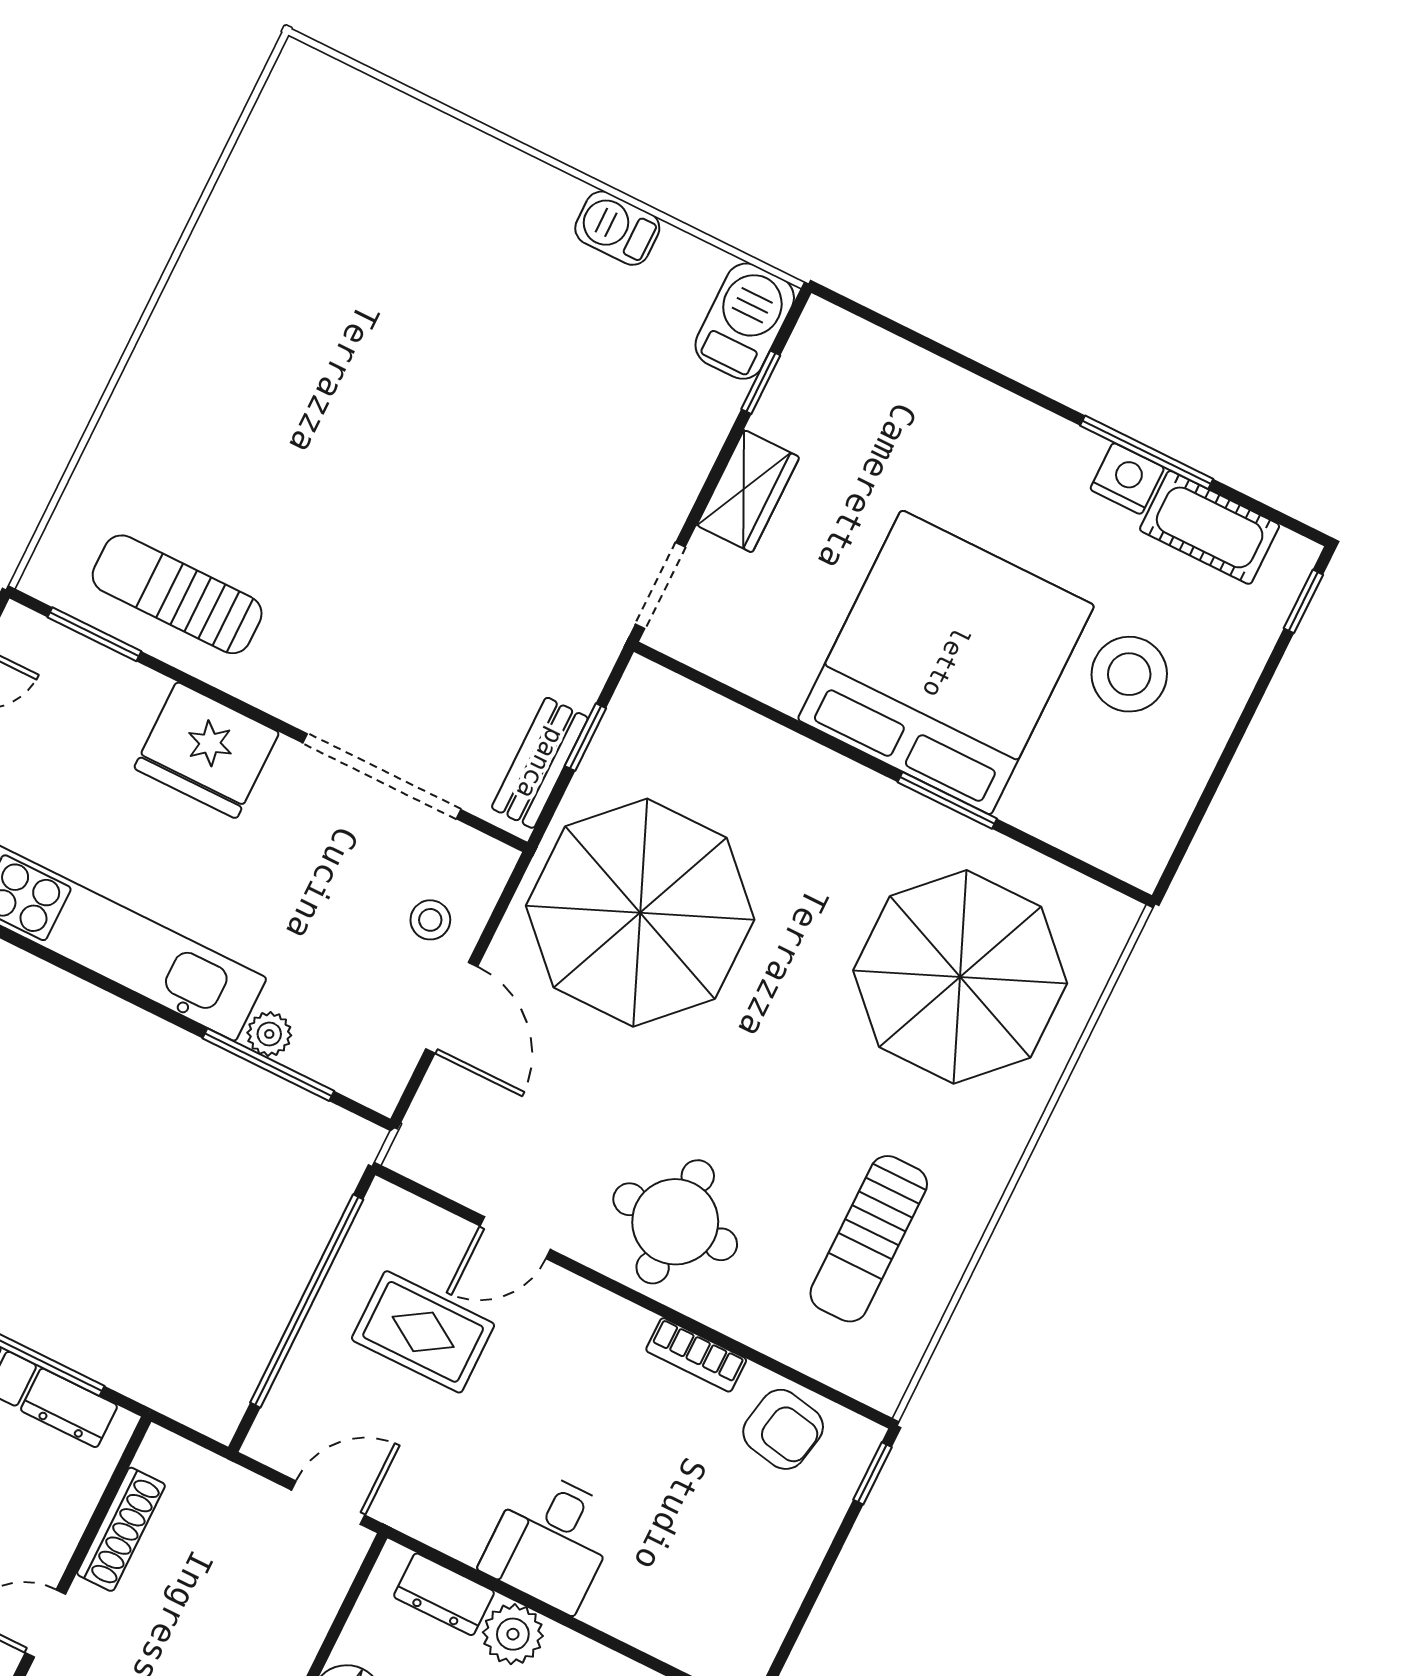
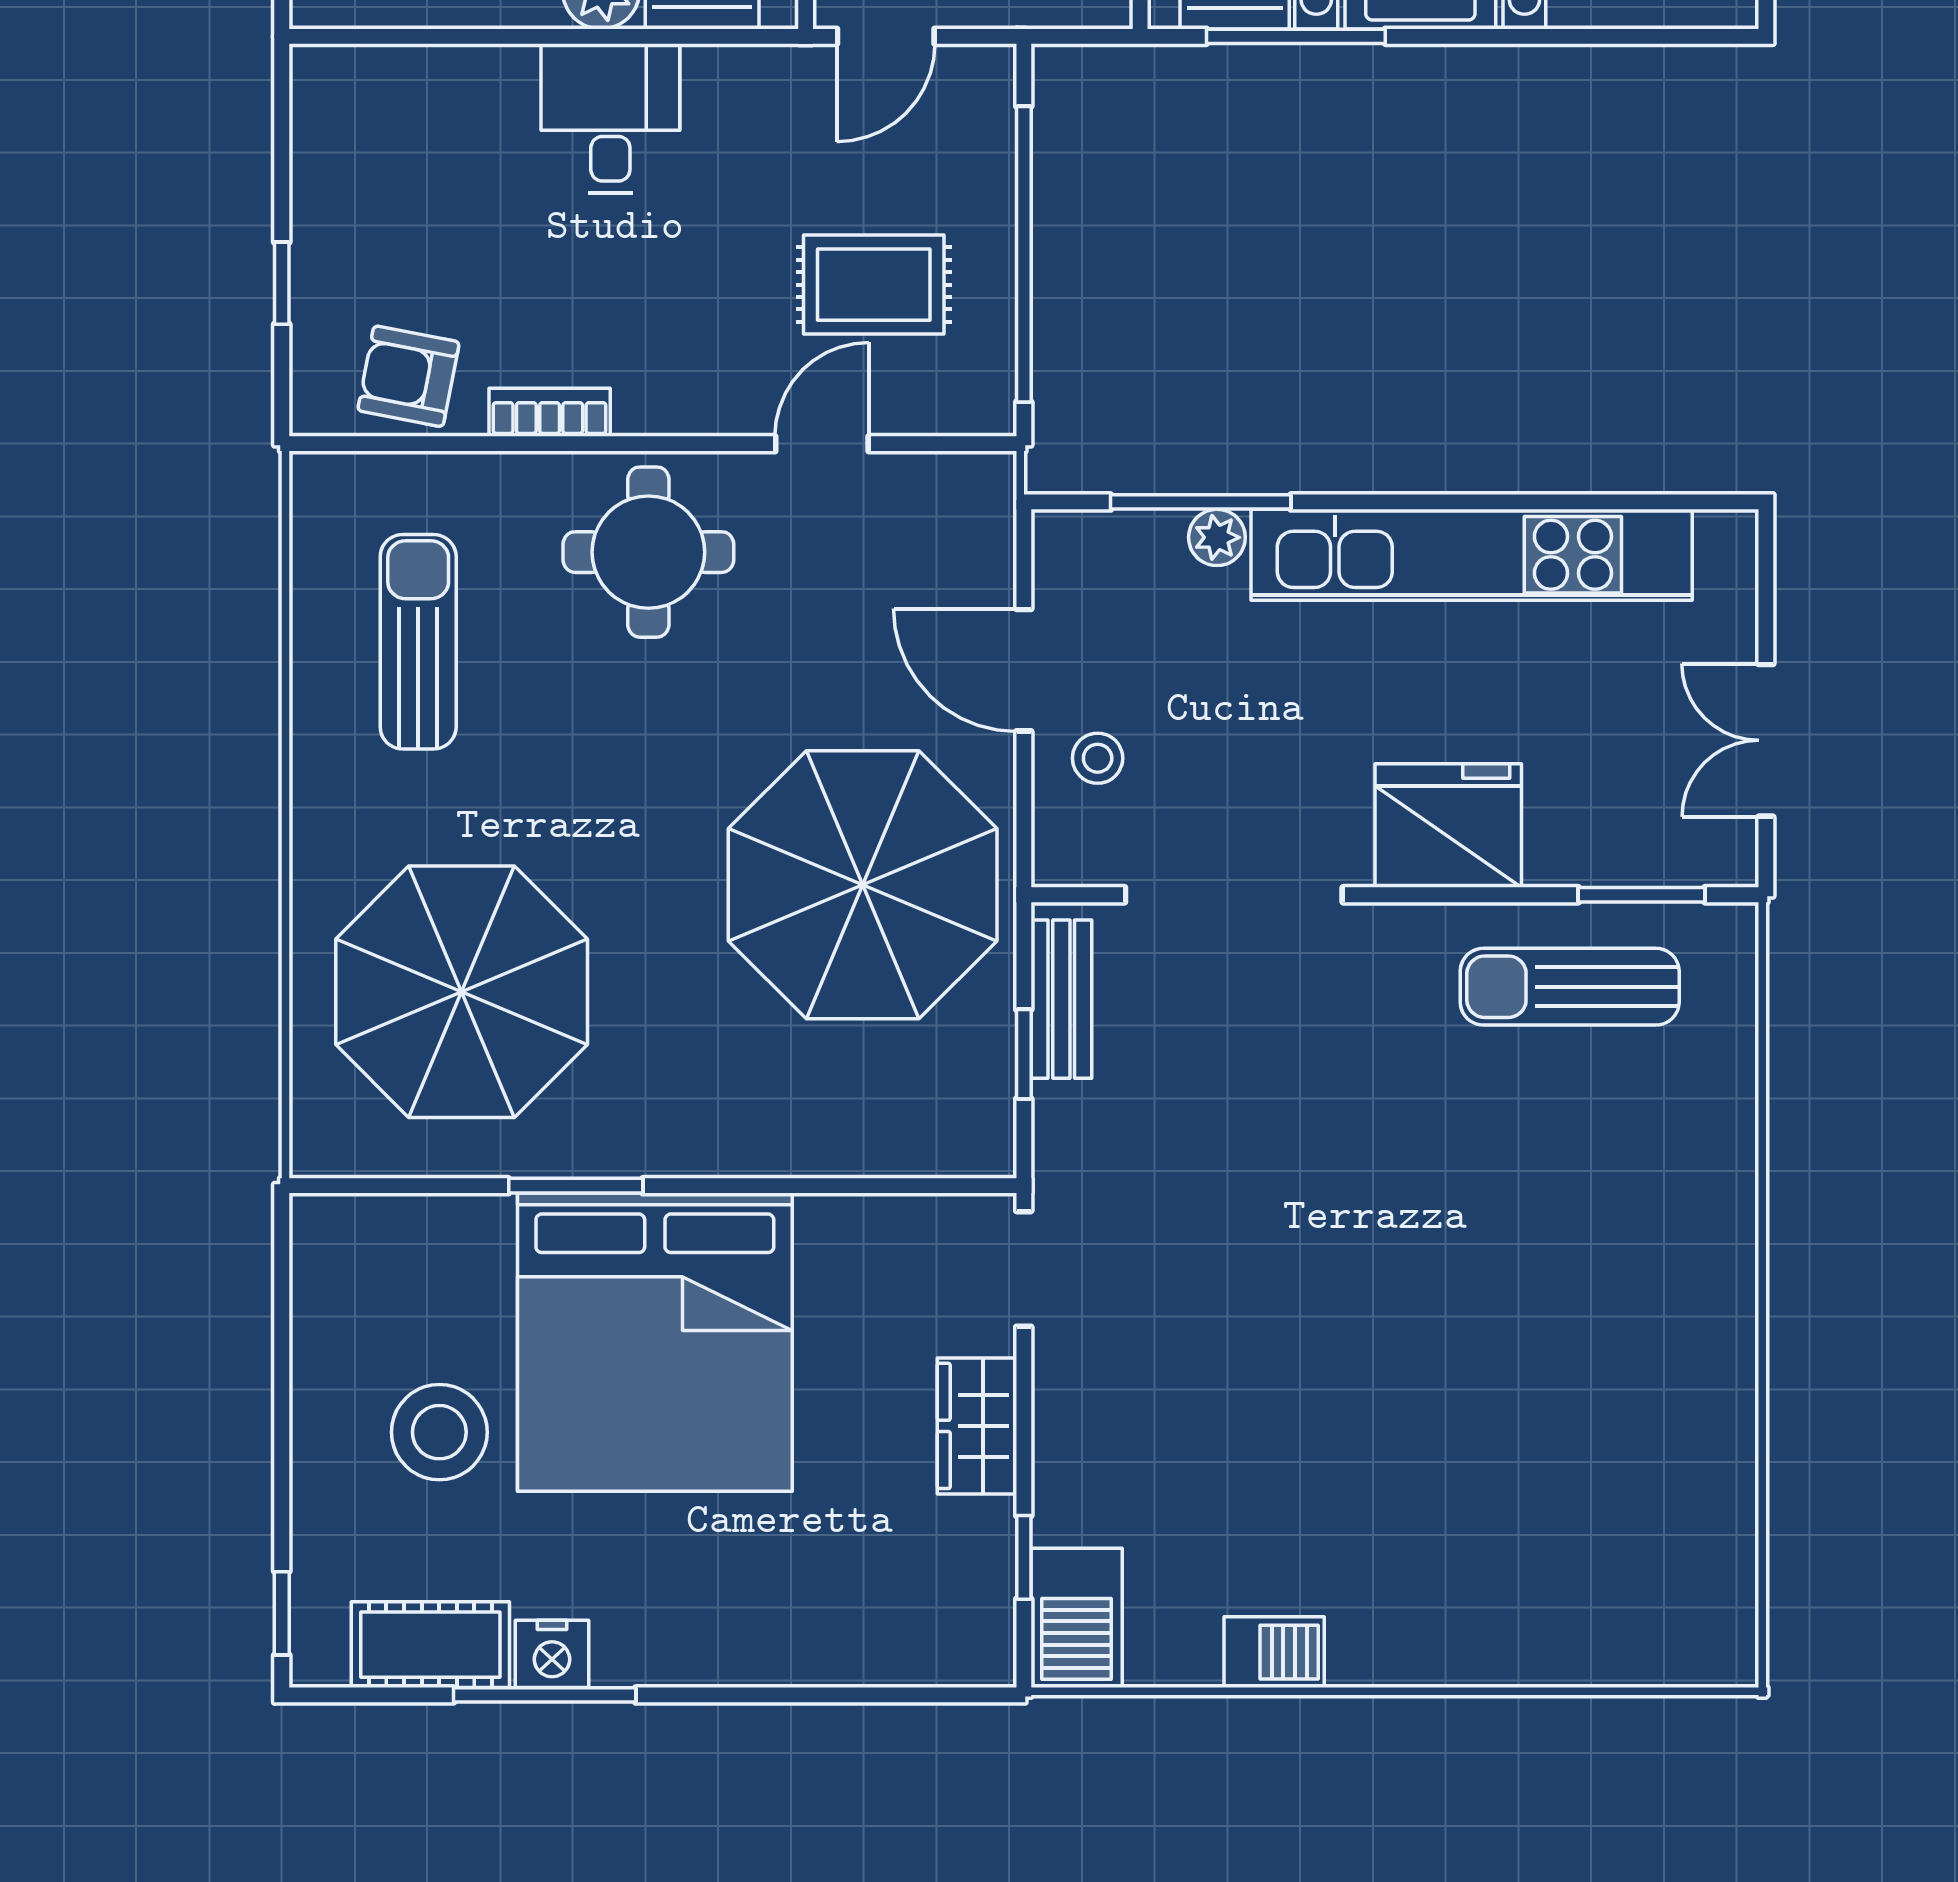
sun lounger: (177, 594) -> (1570, 987), turned 180
window: (872, 1473) -> (282, 283), moved

